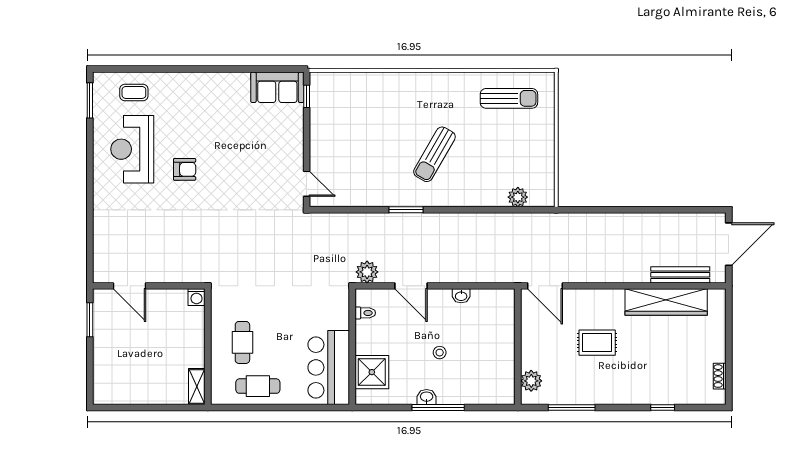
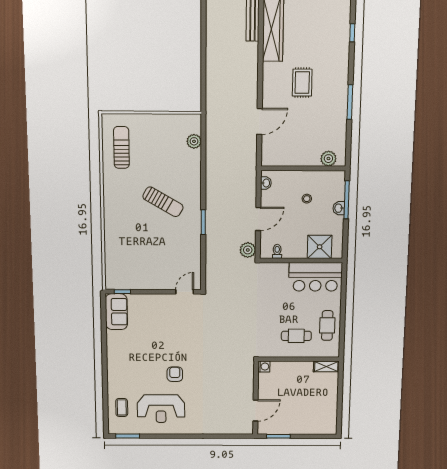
wall: (518, 347) -> (303, 168), moved
plant: (531, 381) -> (328, 159), moved

